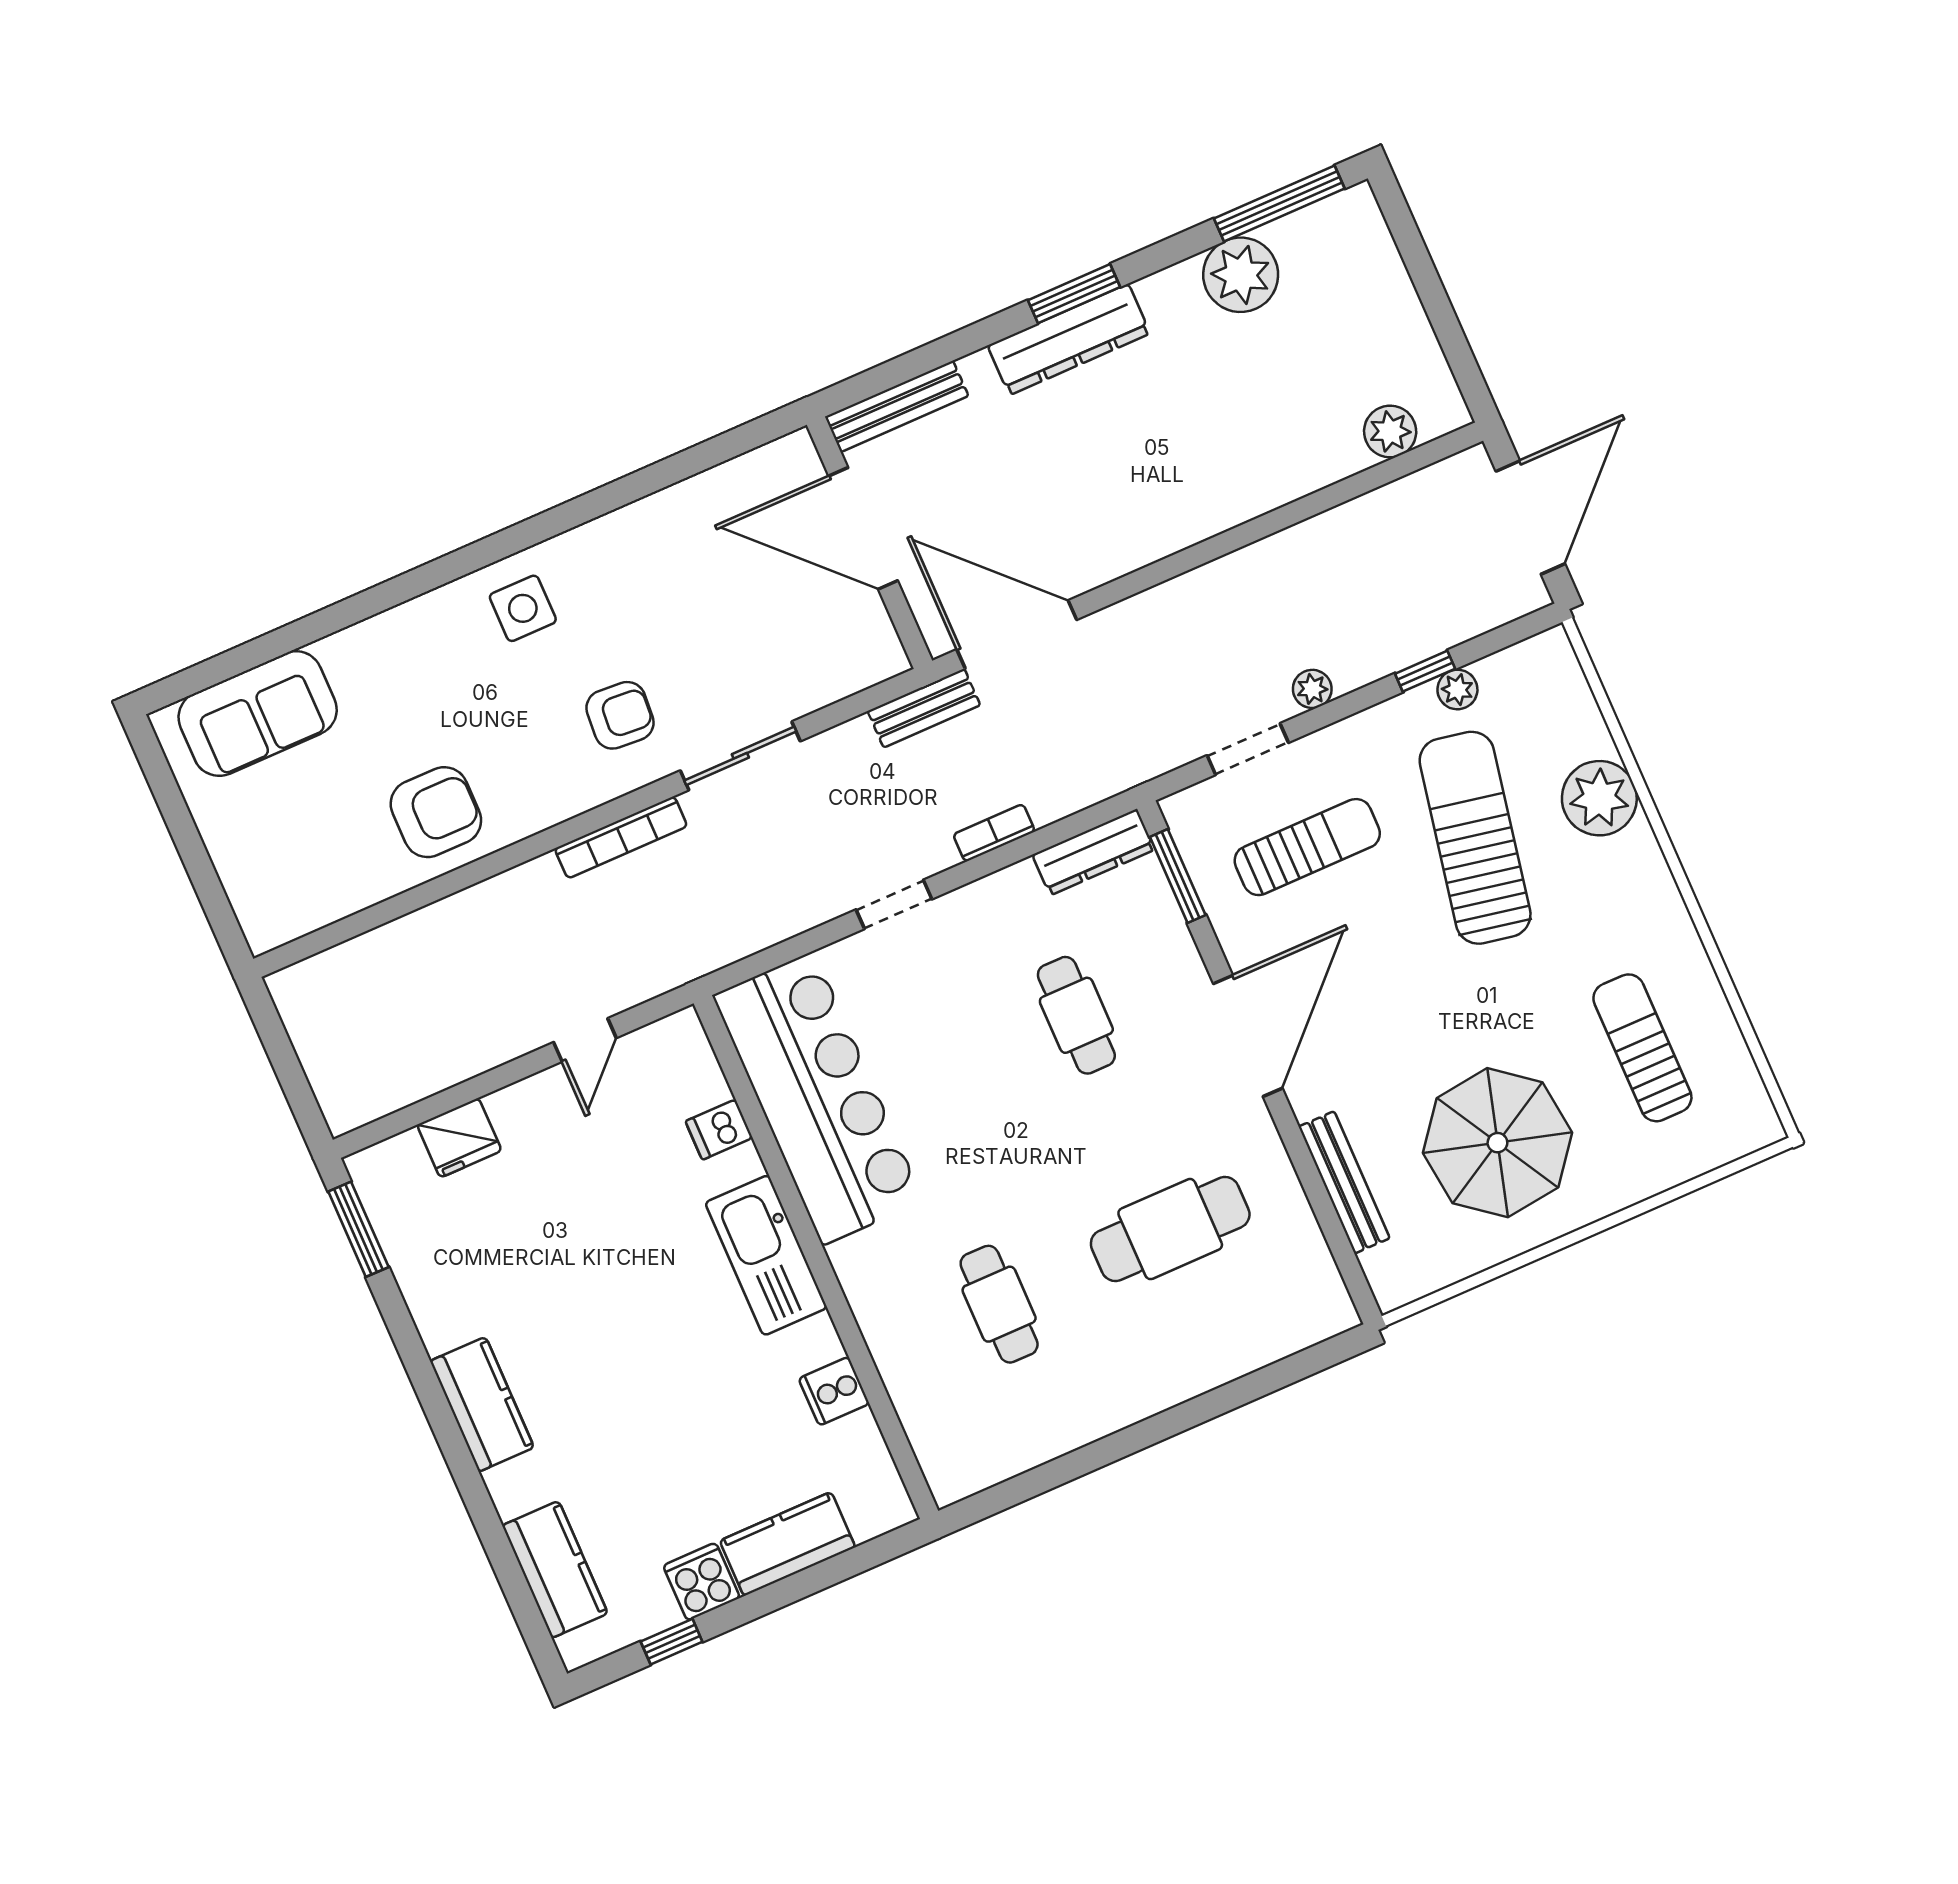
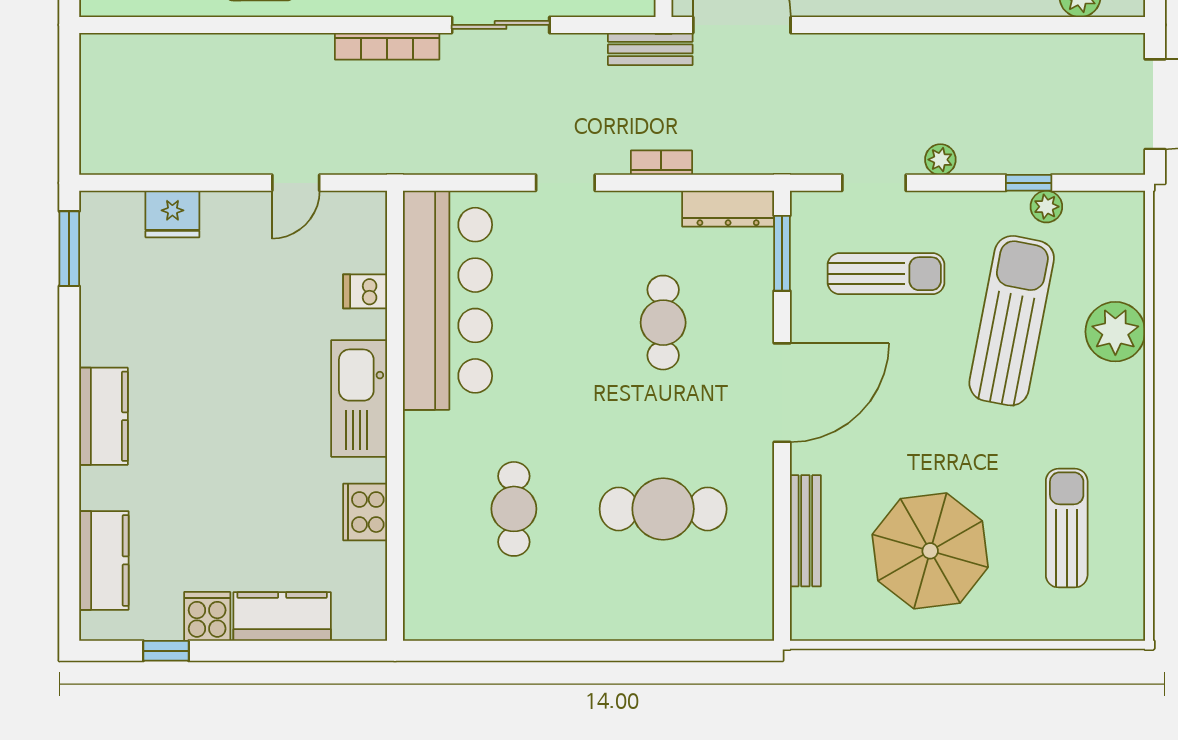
cooker: (834, 1391) -> (365, 512), width x1.36

